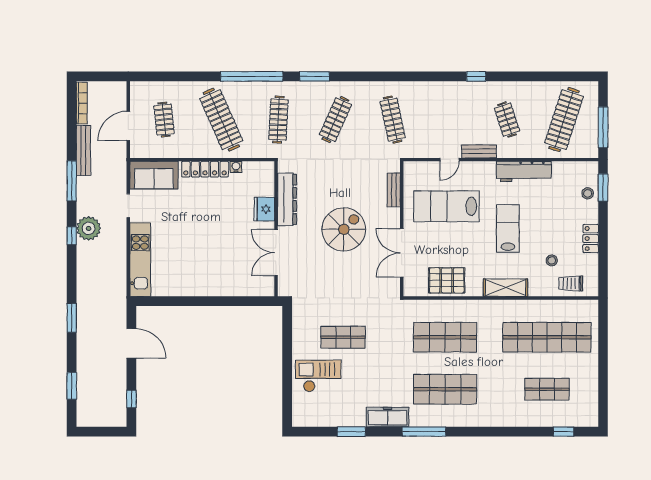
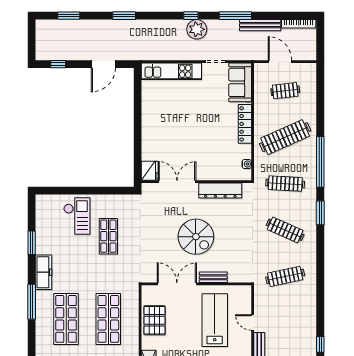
water cooler: (236, 167) -> (247, 164), moved
bench: (394, 190) -> (213, 277), moved
fridge: (264, 209) -> (150, 171), moved, turned 90

